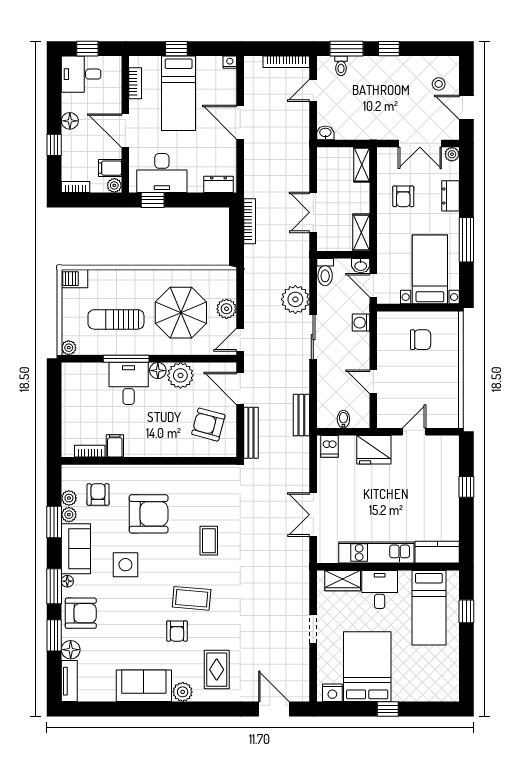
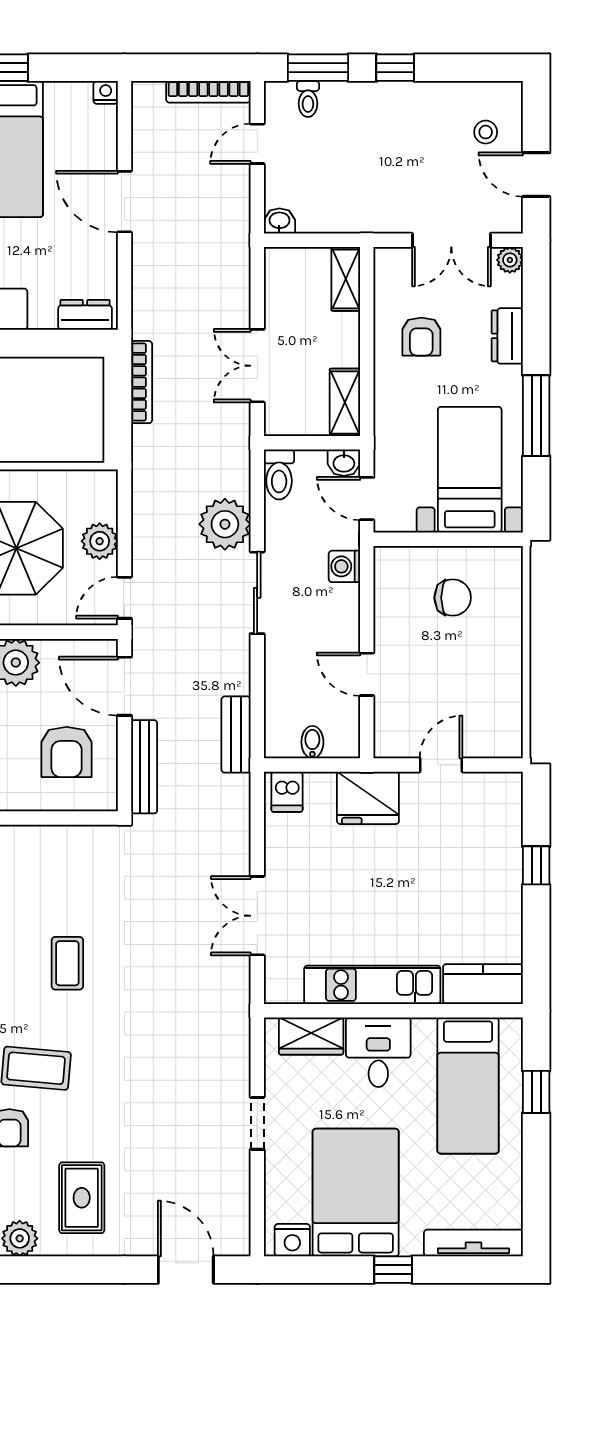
armchair: (208, 425) -> (67, 752), turned -105
tv unit: (432, 694) -> (473, 1243), added

